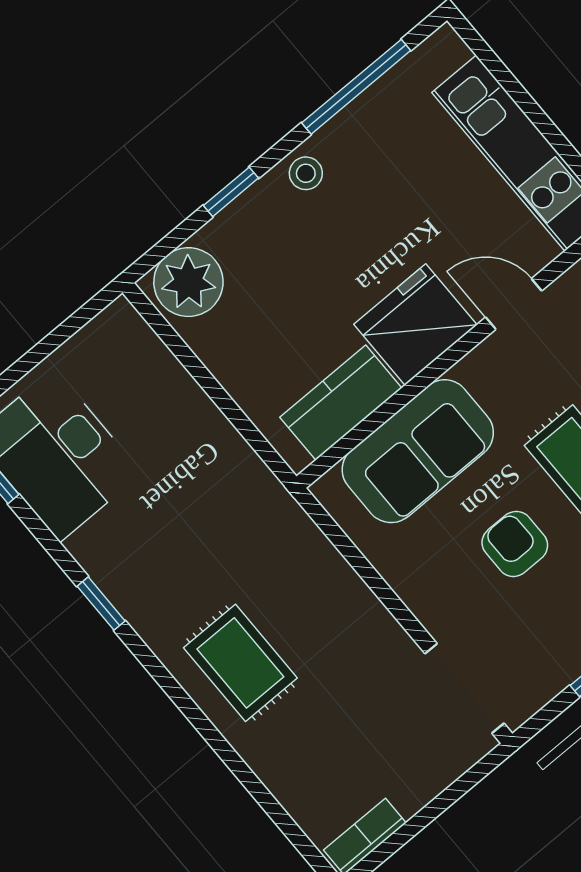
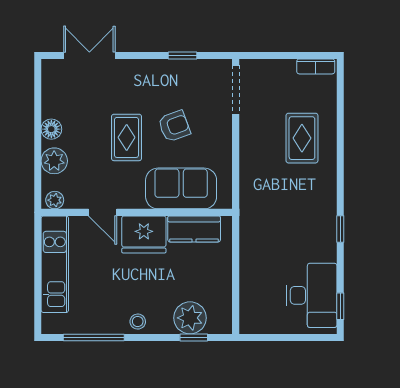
window: (231, 192) -> (194, 337), moved
plant: (188, 282) -> (190, 318), moved
armchair: (515, 544) -> (174, 126), turned -110
rug: (240, 663) -> (302, 138), moved

